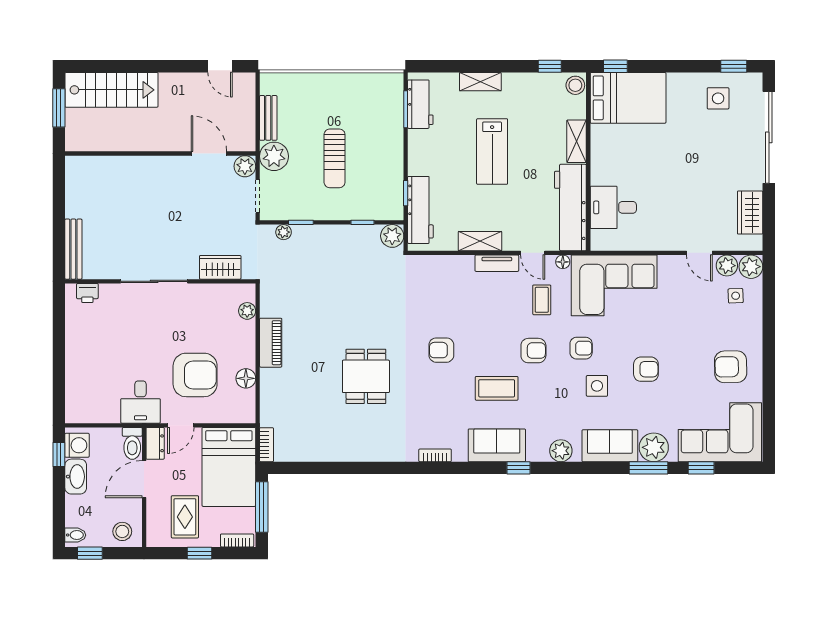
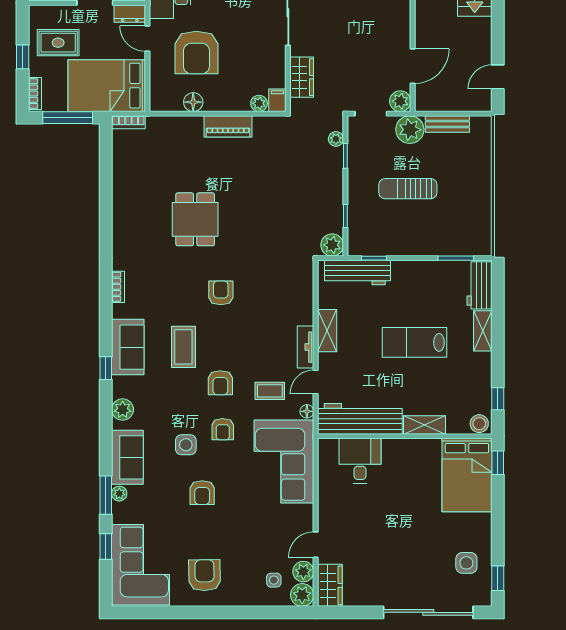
workbench: (420, 104) -> (480, 285), moved, turned 90
wardrobe: (750, 213) -> (330, 585), moved, turned 90
filing cabinet: (244, 292) -> (277, 100), added
dining table: (366, 376) -> (195, 219), turned 90
plant: (654, 447) -> (119, 494), width x0.53, depth x0.53

